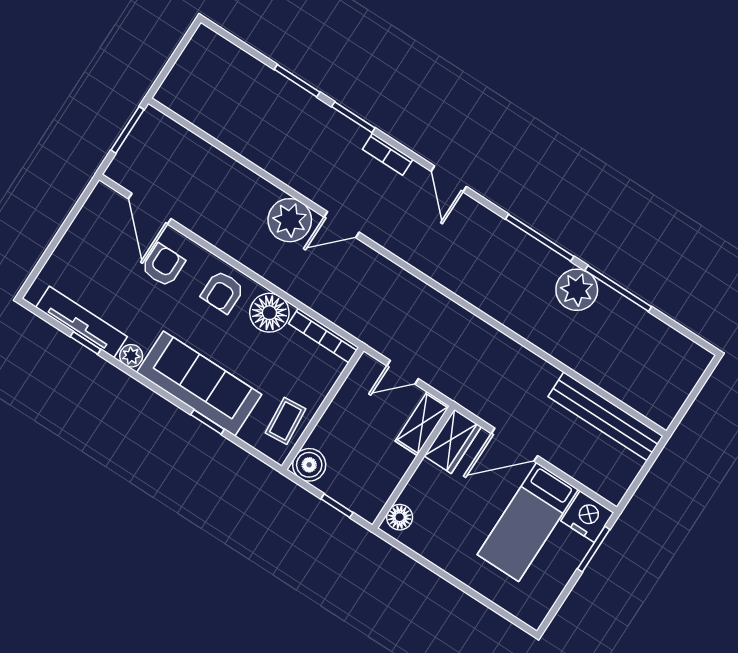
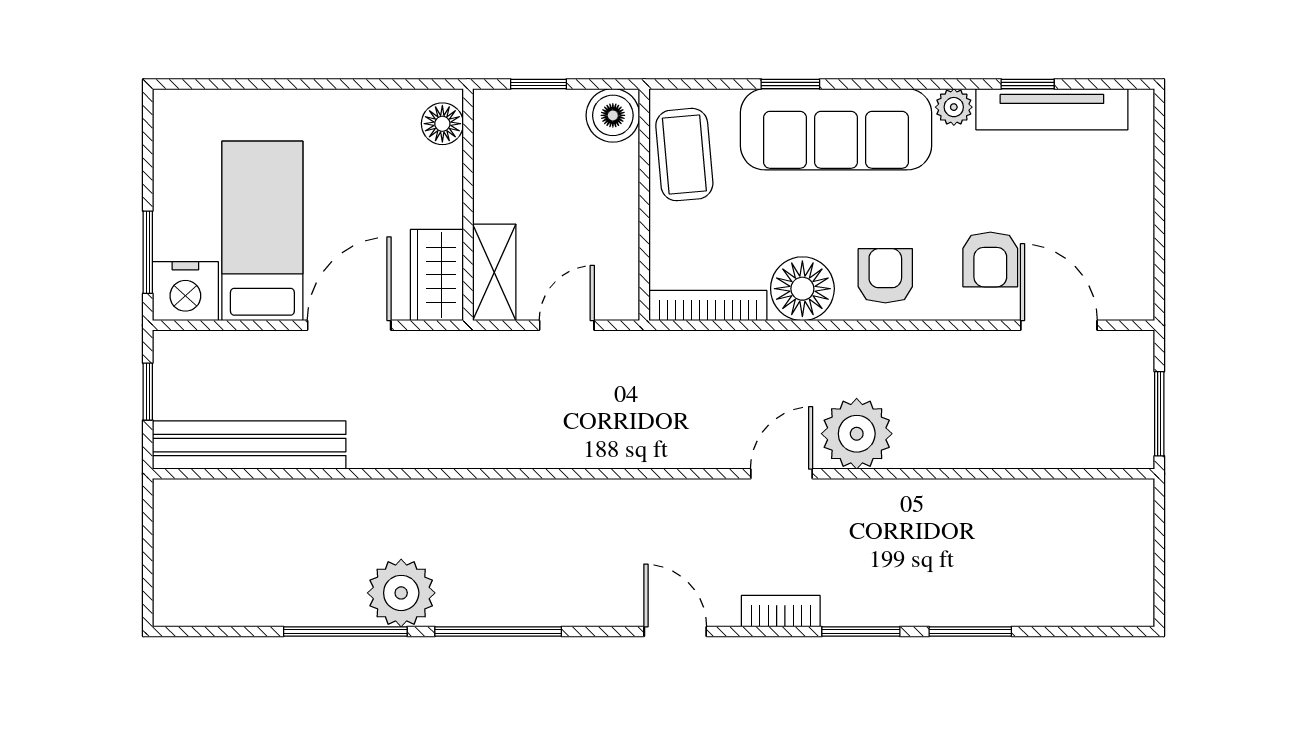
coffee table: (285, 421) -> (684, 155), width x1.36, depth x1.30
window: (640, 477) -> (148, 392), added

